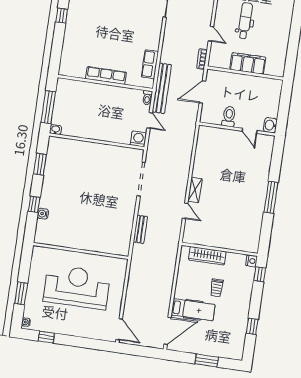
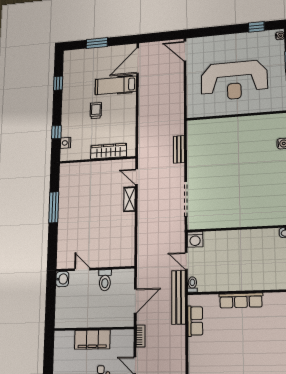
wall: (220, 249) -> (97, 160), moved
wardrobe: (207, 256) -> (109, 151), moved

